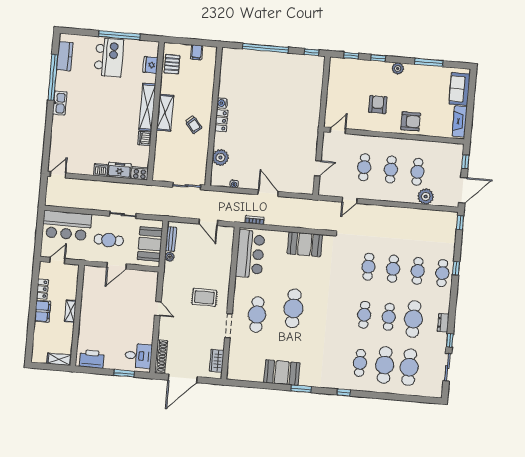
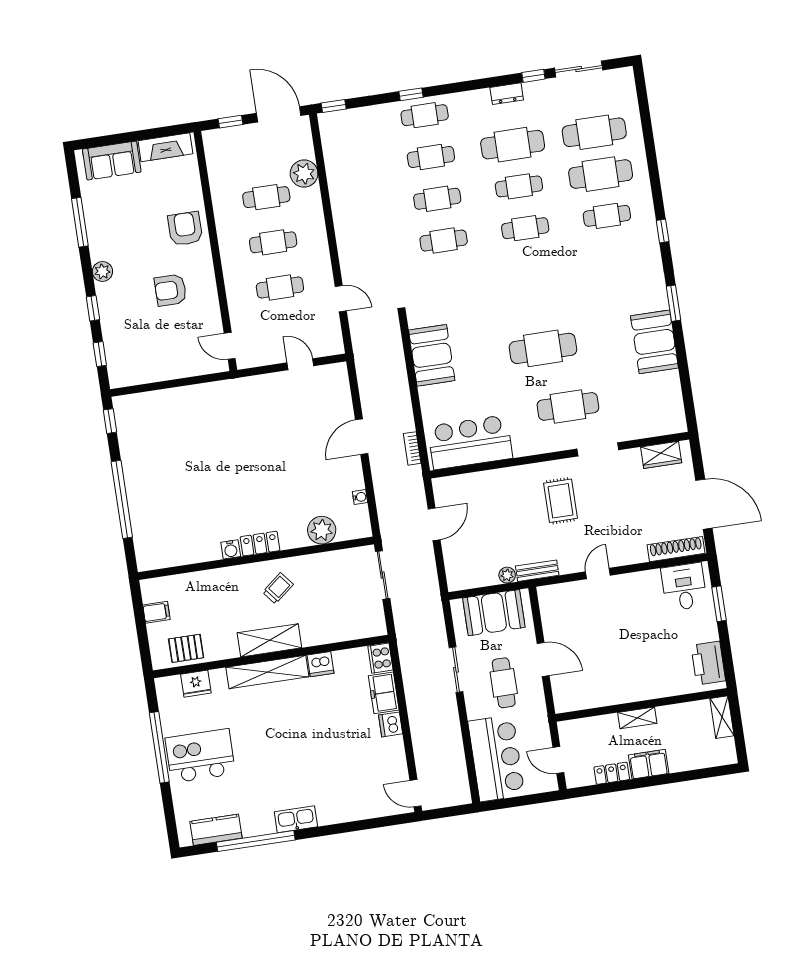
bench: (171, 239) -> (537, 571), moved

